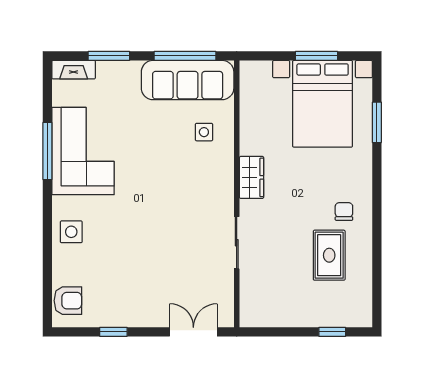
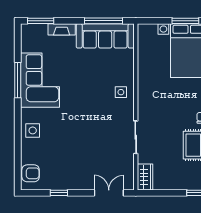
window: (109, 56) -> (41, 21), moved
fireplace: (74, 70) -> (62, 29), moved
side table: (204, 132) -> (121, 92), moved
wardrobe: (252, 177) -> (145, 177), moved

